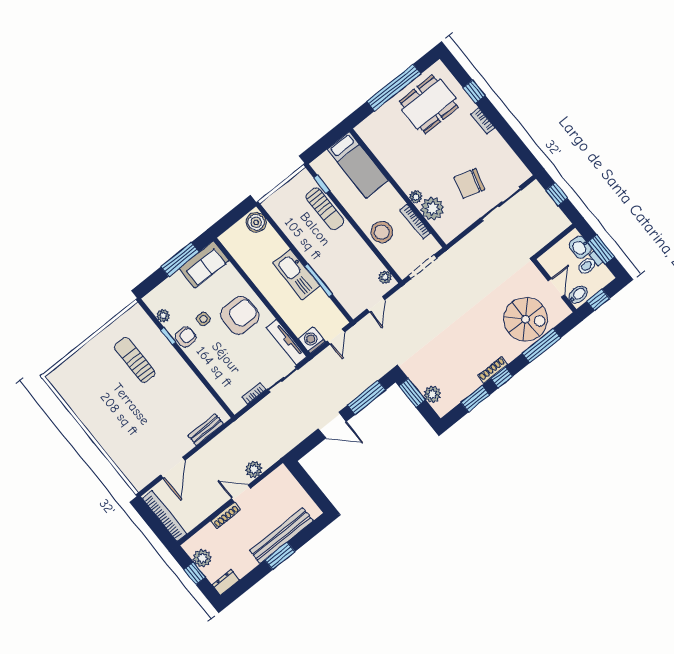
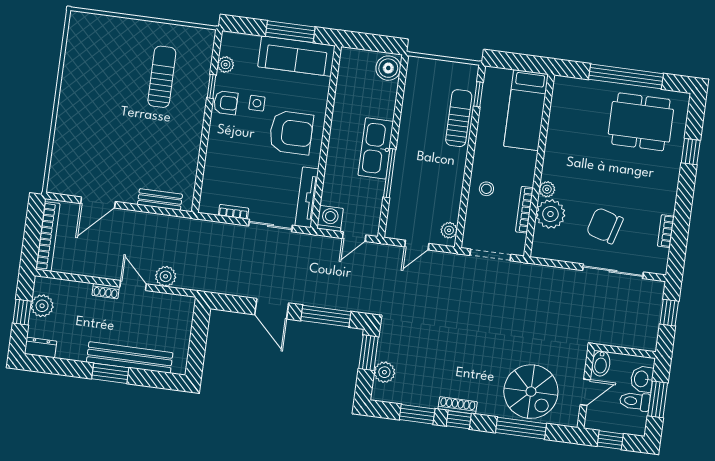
bookcase: (483, 121) -> (666, 231), moved
sun lounger: (325, 209) -> (459, 118), turned 180
stool: (382, 232) -> (486, 189), width x0.53, depth x0.53
sofa: (204, 264) -> (297, 56), width x1.36
bidet: (578, 295) -> (601, 364), moved, turned 90
shoe rack: (226, 515) -> (106, 291), width x0.70

